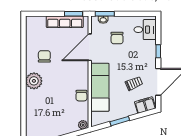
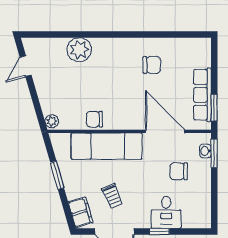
desk: (145, 30) -> (166, 212), moved
plant: (34, 81) -> (79, 50), moved

